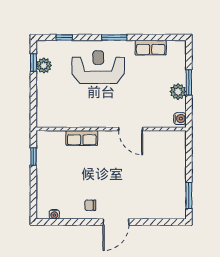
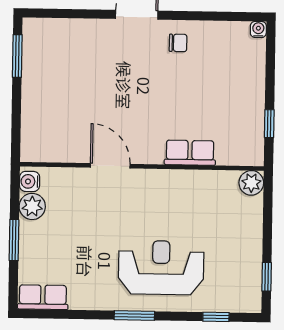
row of seats: (151, 48) -> (43, 297), moved
plant: (44, 66) -> (251, 183), moved
reception desk: (98, 67) -> (161, 268), turned 180
plant: (178, 92) -> (32, 206), moved
water cooler: (54, 214) -> (258, 29), moved

